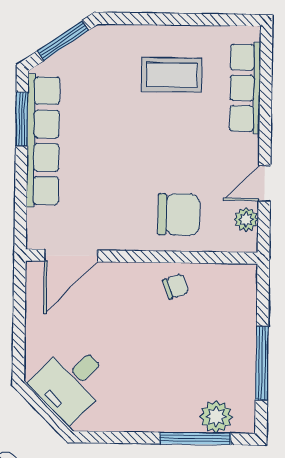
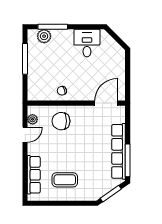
window: (22, 119) -> (128, 160), width x1.44
desk: (71, 382) -> (87, 43), moved, turned -45

